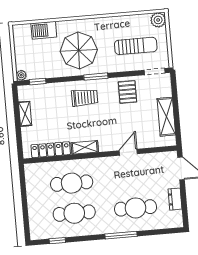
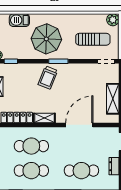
pallet: (127, 92) -> (83, 76), removed
trolley: (85, 98) -> (48, 78), turned 112
door: (128, 152) -> (79, 125), width x1.87

